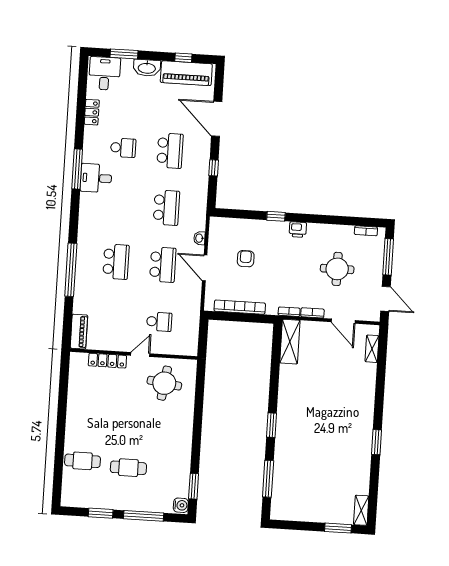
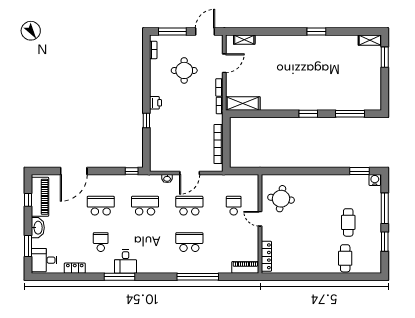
window: (214, 168) -> (132, 171), moved
armchair: (246, 259) -> (181, 142), removed
locker: (107, 361) -> (266, 256), moved

